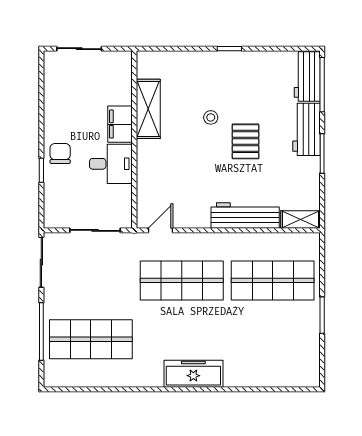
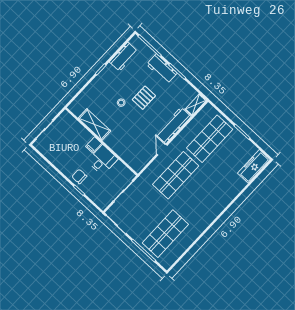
workbench: (307, 77) -> (124, 57), moved, turned -90
filing cabinet: (120, 124) -> (94, 145), width x0.50
pallet: (246, 141) -> (144, 98), turned 90
door: (160, 230) -> (162, 150), moved
freezer: (193, 374) -> (254, 166), moved

